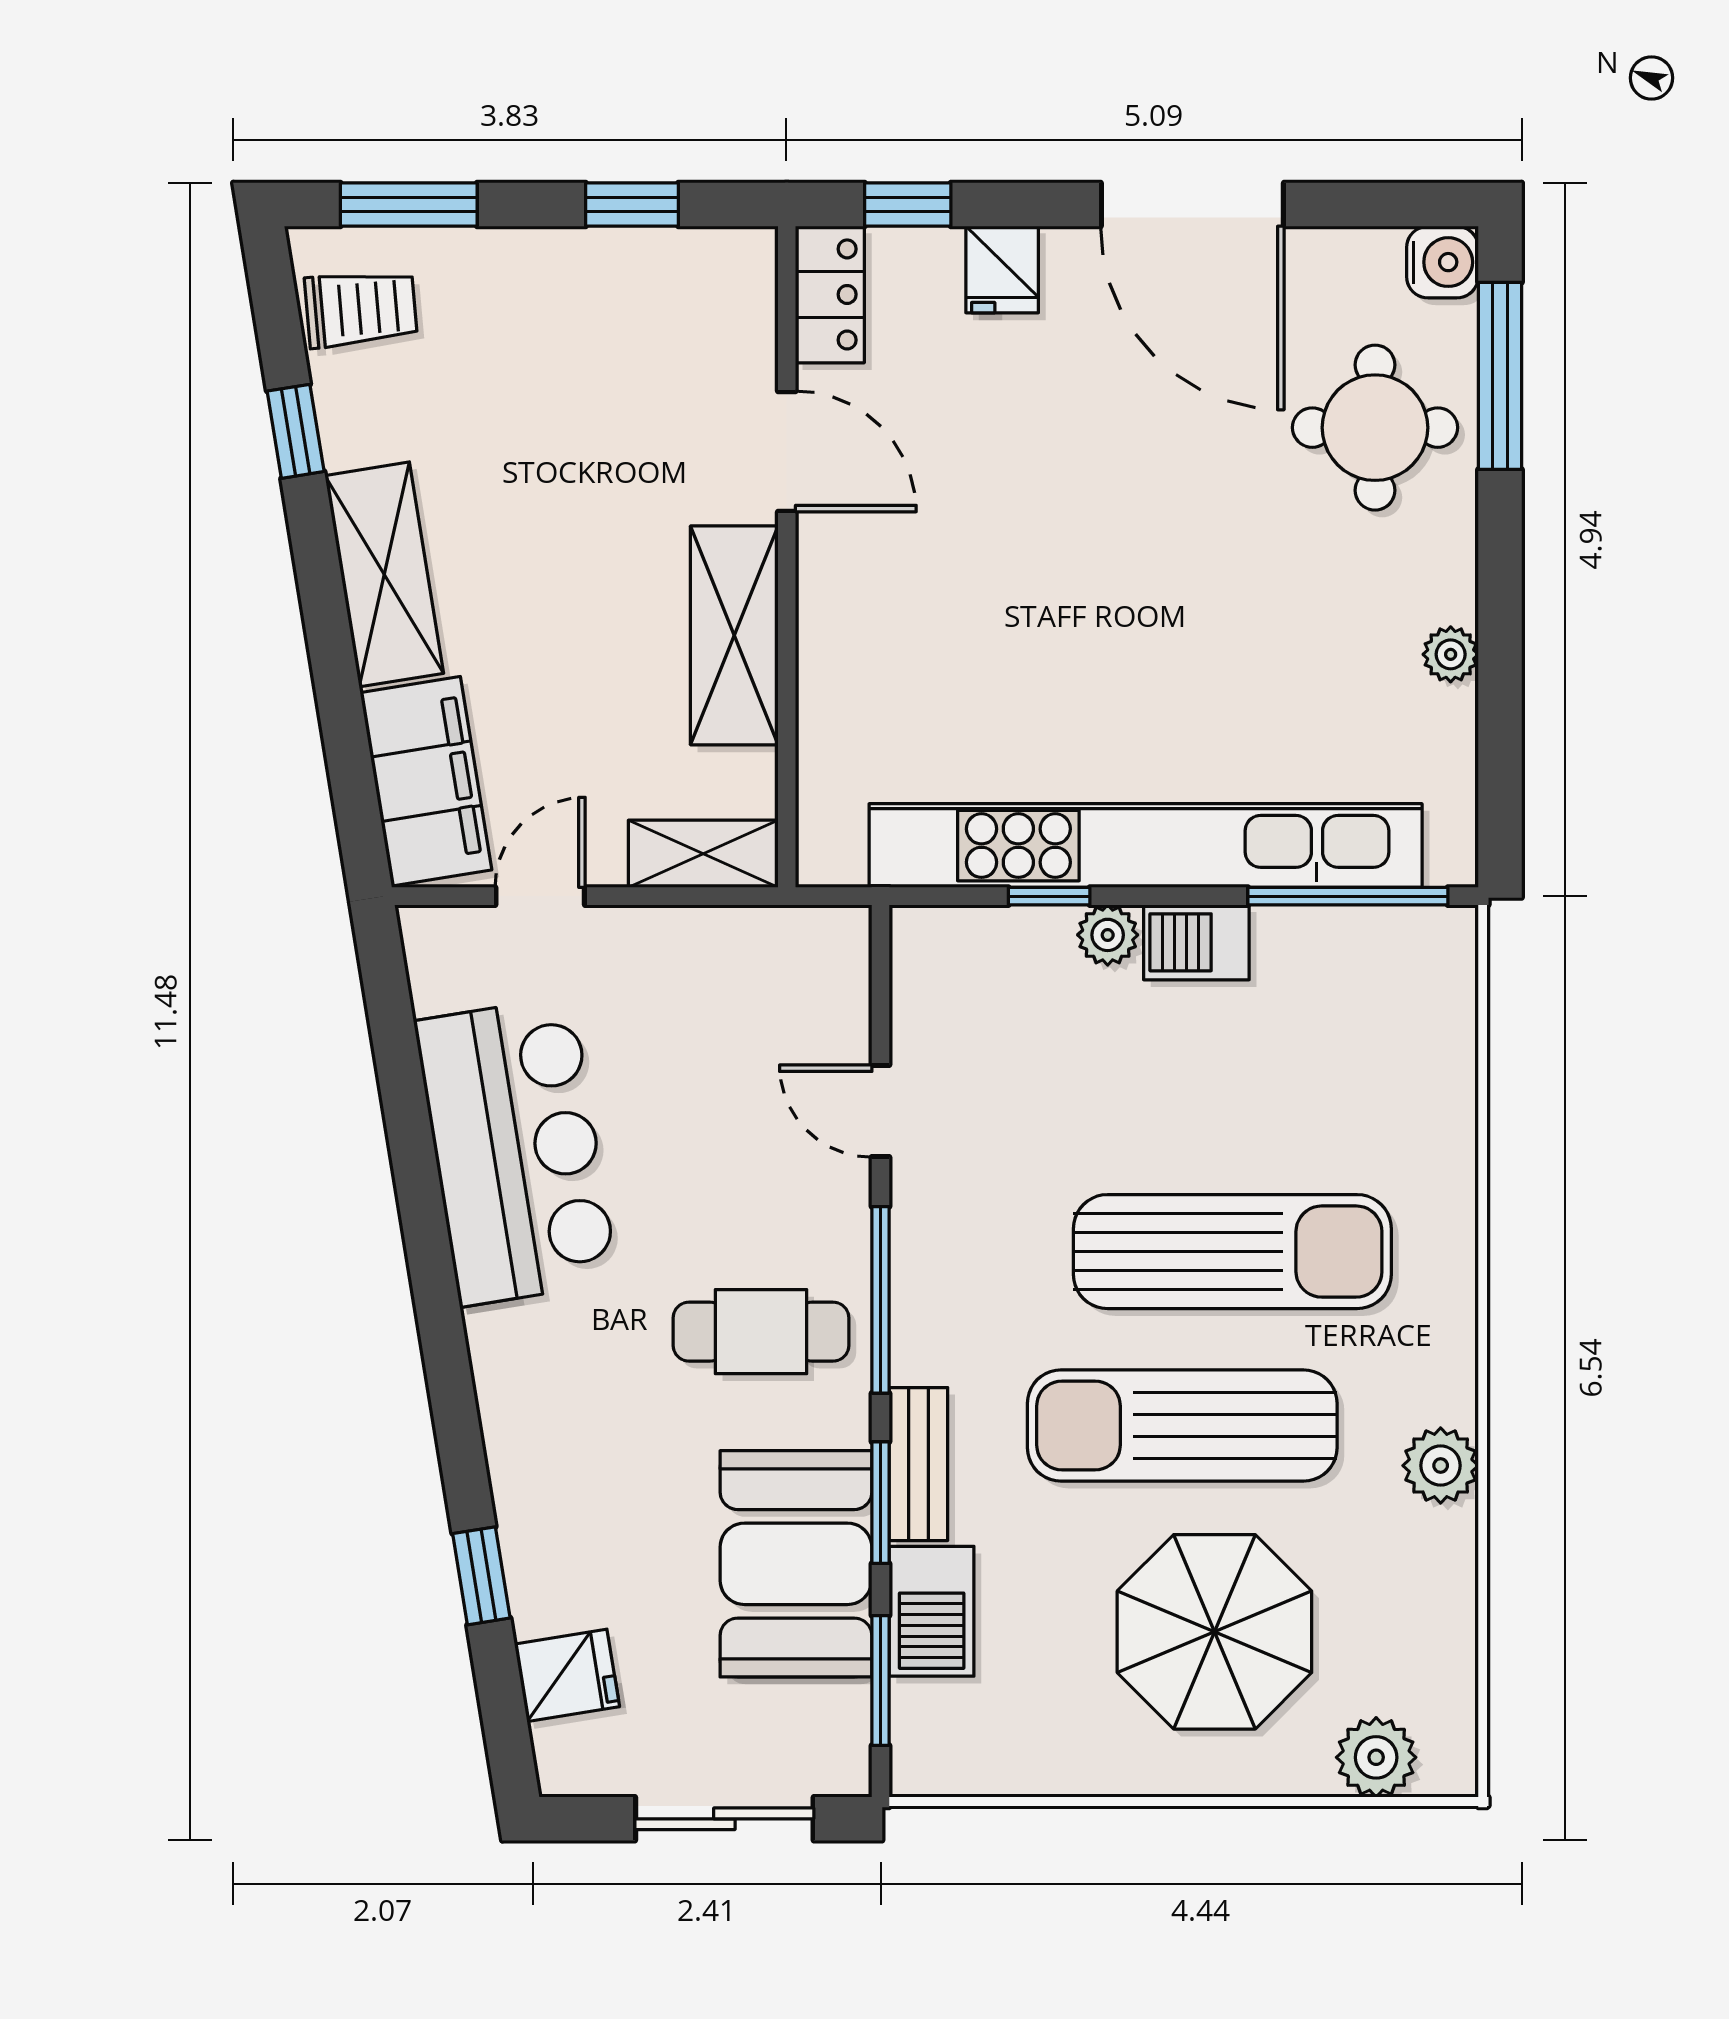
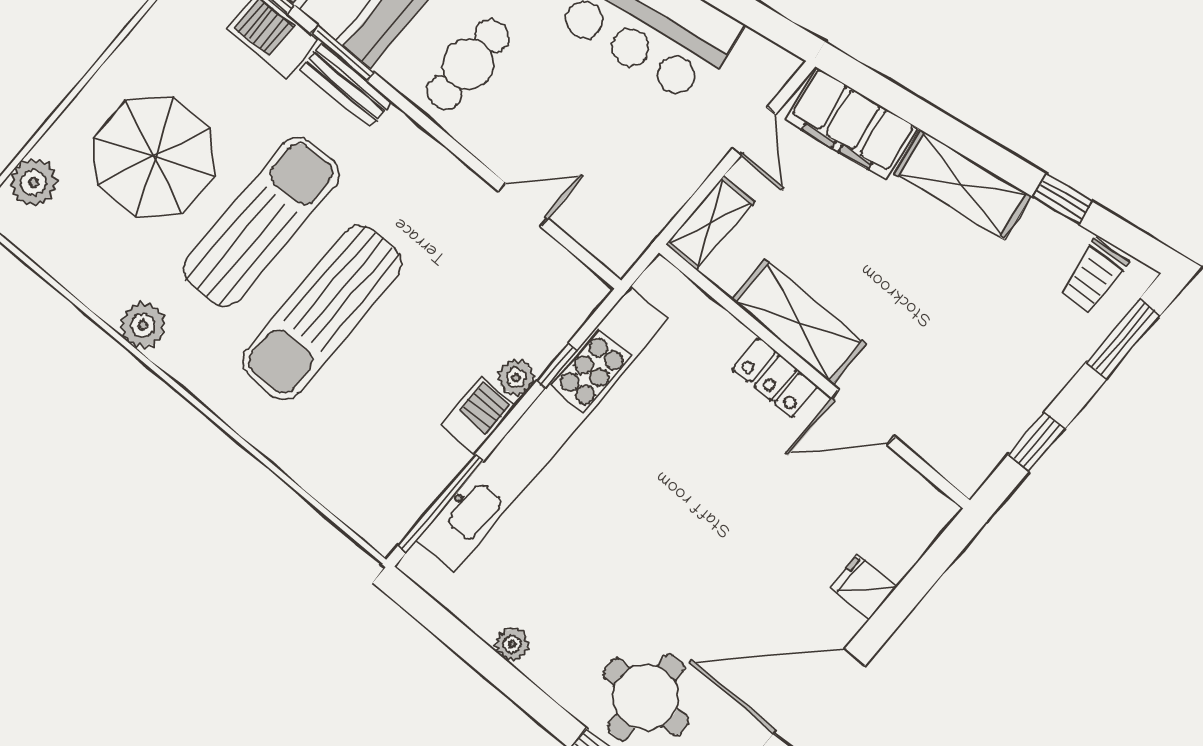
window: (908, 205) -> (930, 569), removed
locker: (830, 294) -> (775, 377), moved
window: (881, 1300) -> (436, 132), removed

